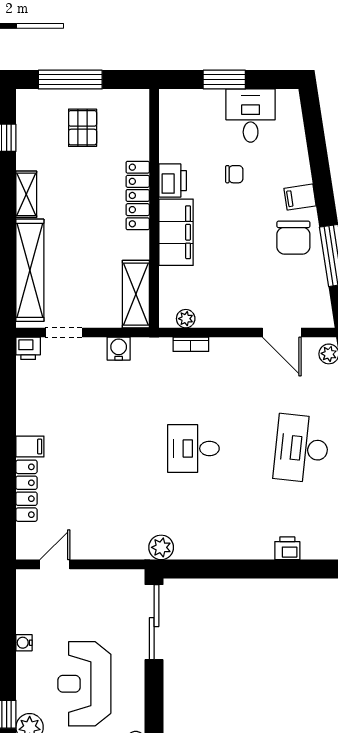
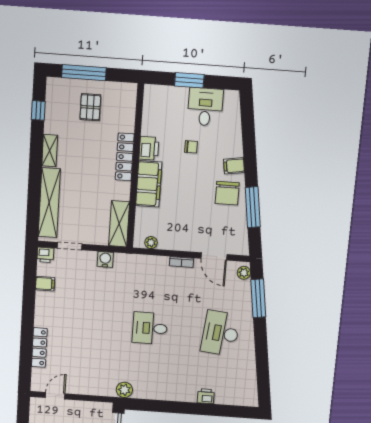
bookcase: (191, 344) -> (181, 262), moved
filing cabinet: (30, 446) -> (45, 284), moved

